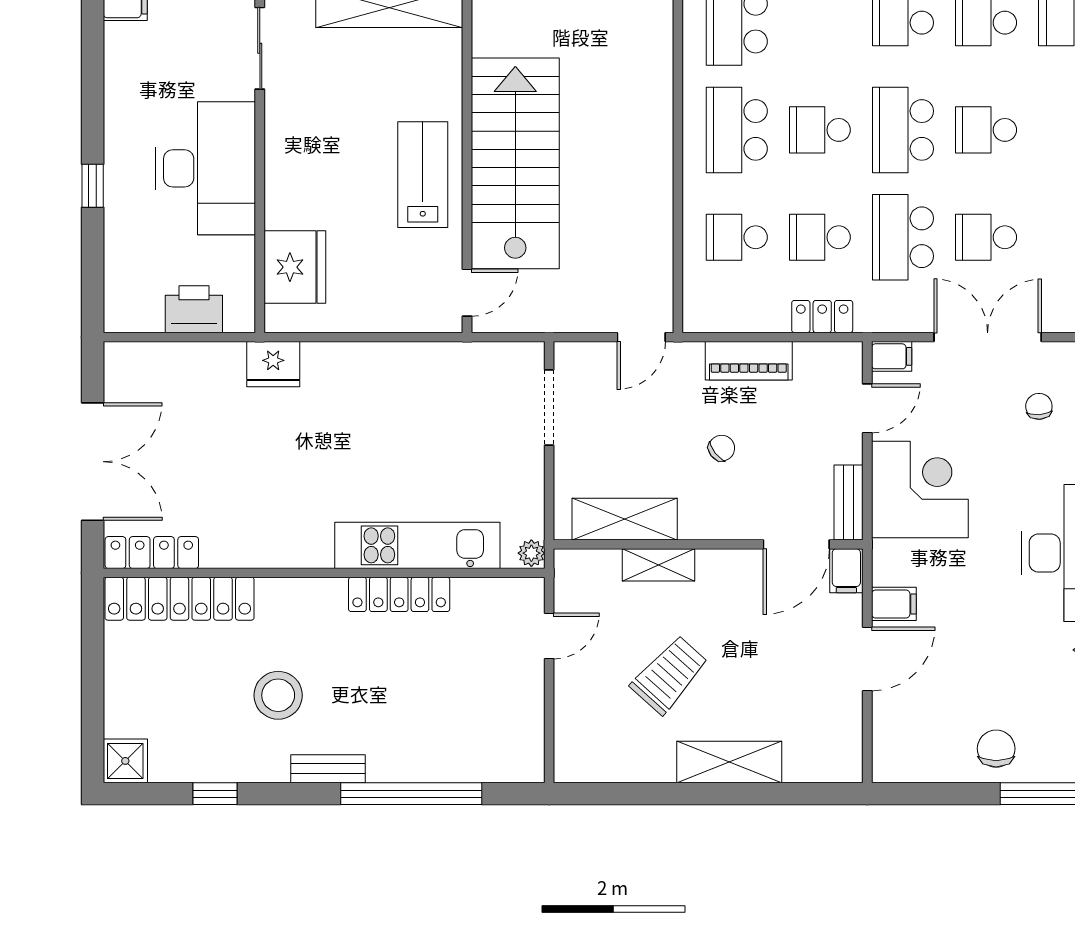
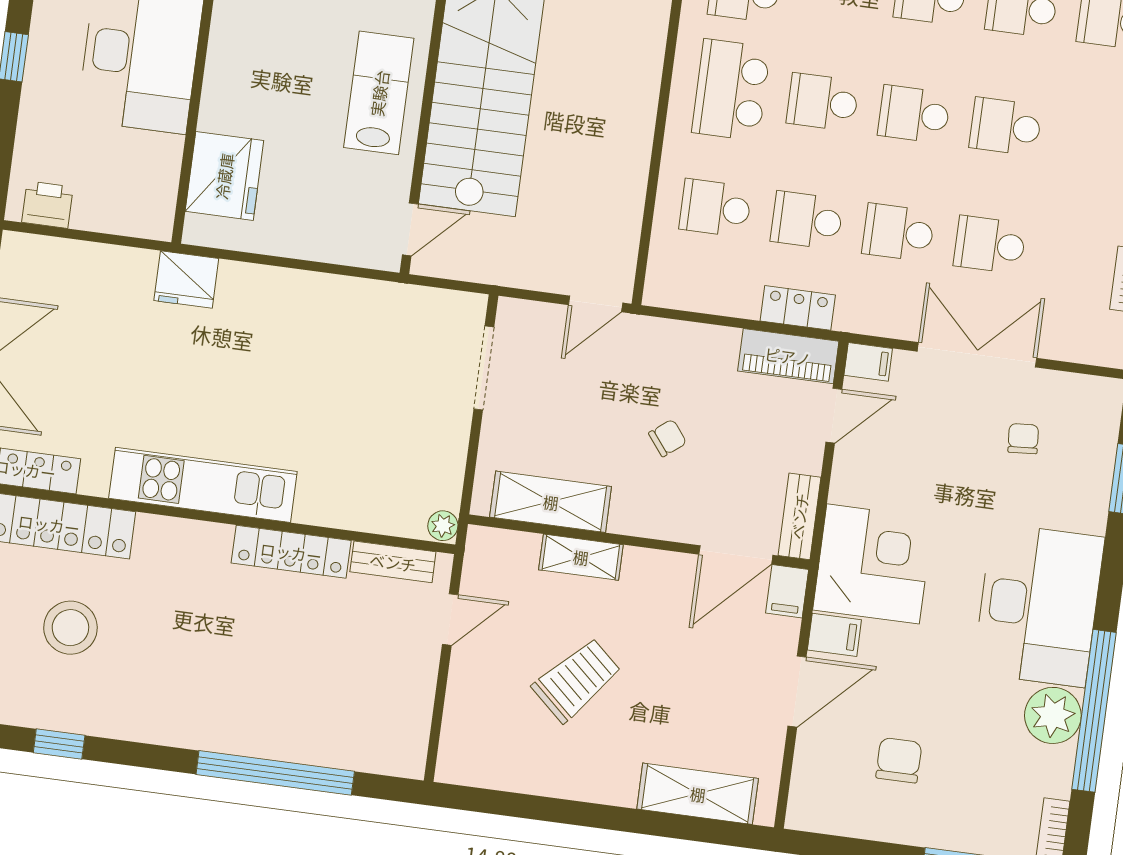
school desk: (903, 130) -> (914, 114), width x0.54
school desk: (903, 237) -> (898, 232), width x0.54
printer: (194, 309) -> (47, 205), moved, width x0.73, depth x0.81
piano: (749, 361) -> (788, 356), moved
corner desk: (920, 489) -> (873, 564), moved
kitchen unit: (417, 545) -> (203, 485), moved
stool: (278, 695) -> (70, 628), moved
chair: (996, 749) -> (899, 760), moved
shelving: (729, 762) -> (698, 794), moved
bench: (328, 769) -> (393, 562), moved

